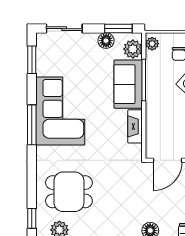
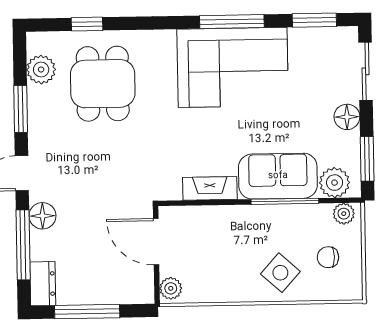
floor lamp: (106, 41) -> (347, 117), moved
window: (32, 125) -> (232, 22), moved
window: (32, 218) -> (87, 24), moved

